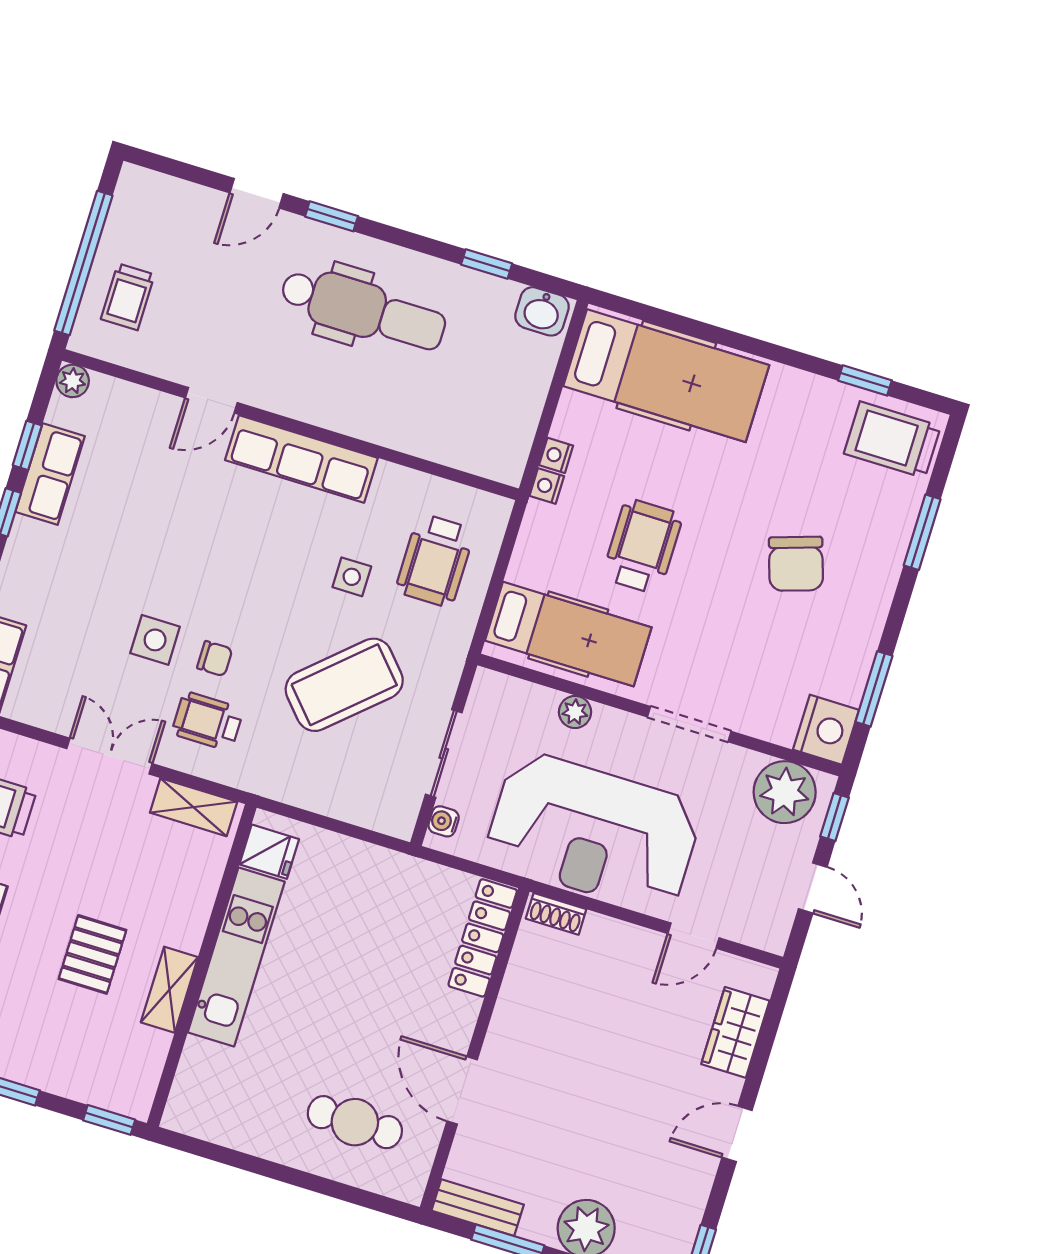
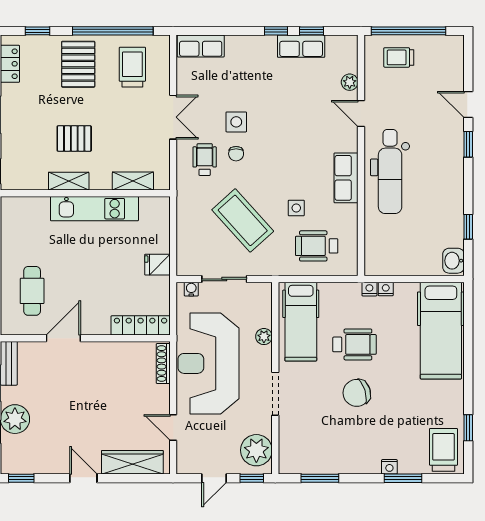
dental chair: (363, 310) -> (390, 172), moved
plant: (73, 381) -> (350, 82), moved
row of seats: (301, 459) -> (346, 178), width x0.68
chair: (796, 564) -> (357, 393), moved
nightstand: (826, 730) -> (389, 467), moved, width x0.53, depth x0.56
shelving: (194, 807) -> (133, 181), moved, turned 90
fridge: (269, 852) -> (157, 265), moved, turned 90
shoe rack: (556, 914) -> (163, 363), width x1.43
wardrobe: (735, 1032) -> (132, 462), width x1.50

